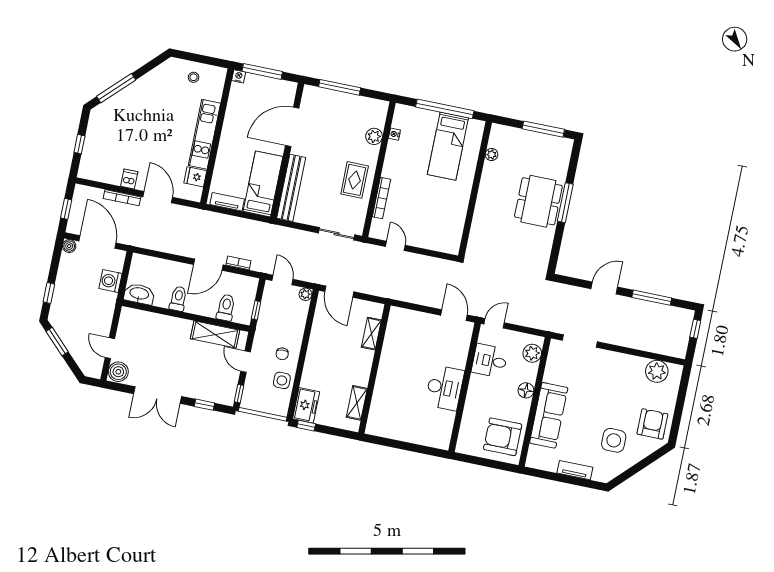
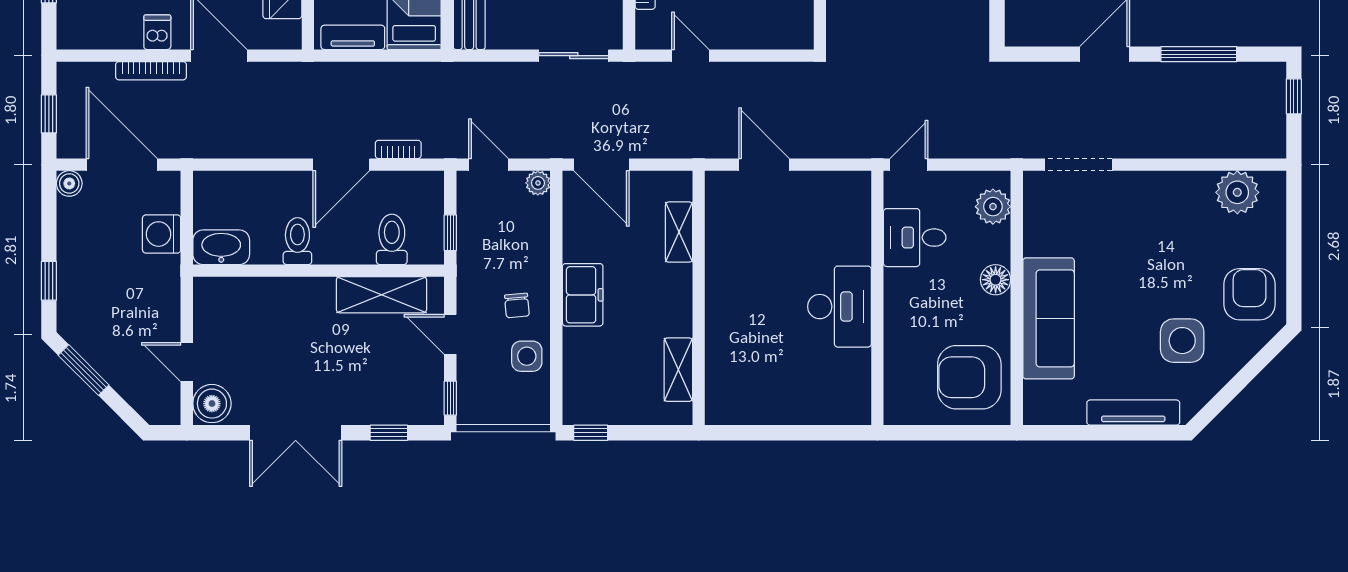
door: (454, 315) -> (764, 165), moved
freezer: (306, 405) -> (583, 295), moved
tv unit: (575, 470) -> (1133, 413), width x1.41

